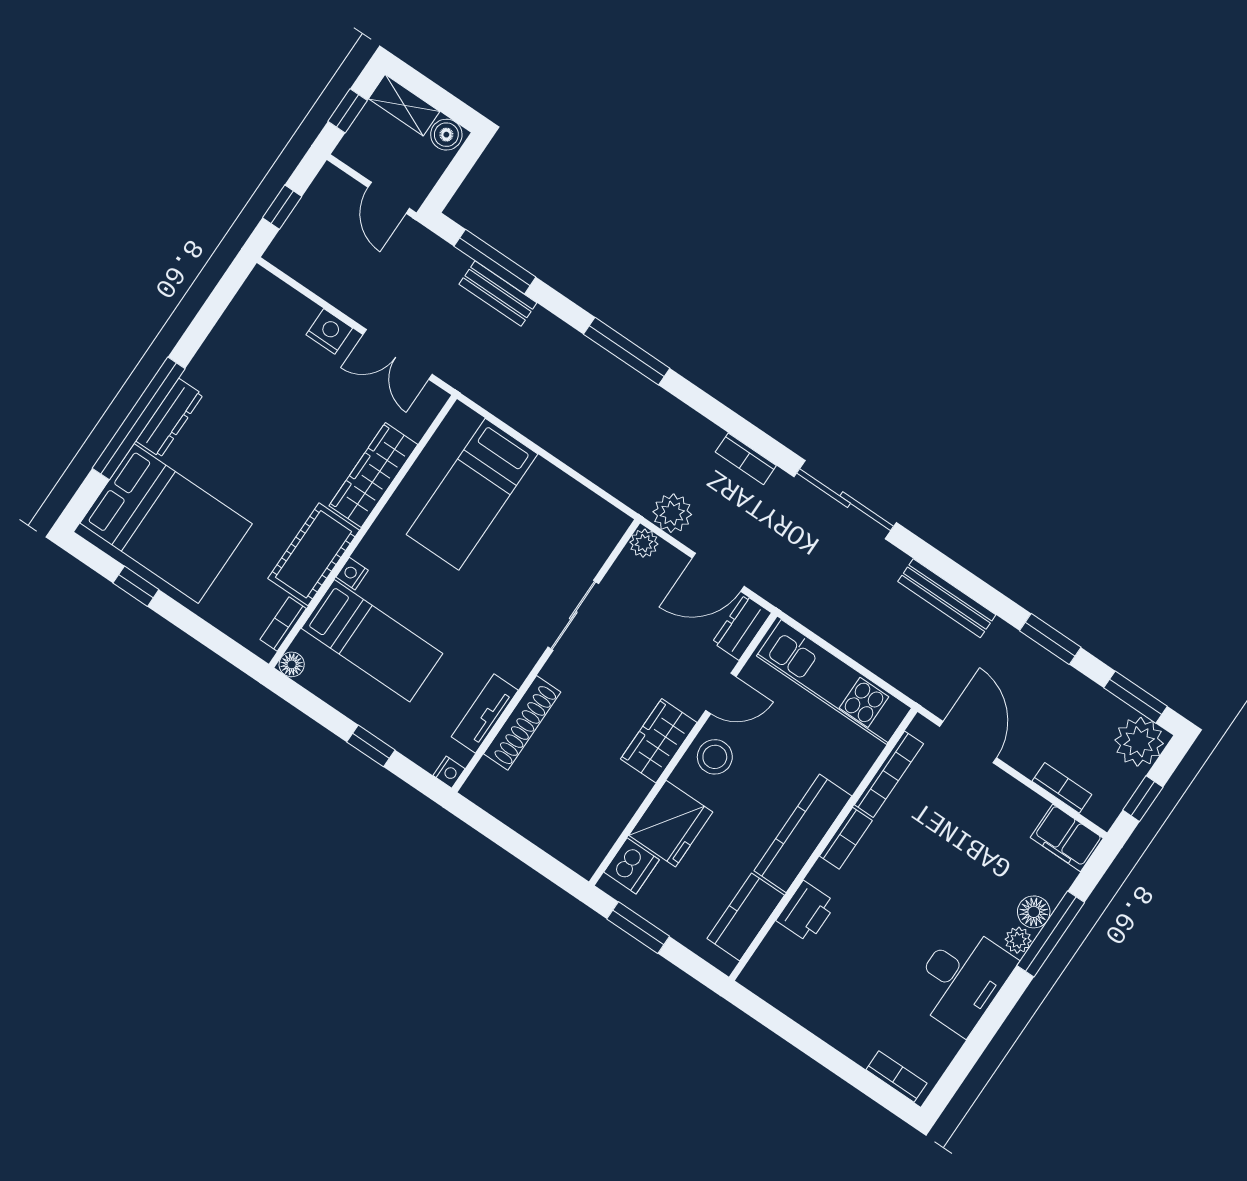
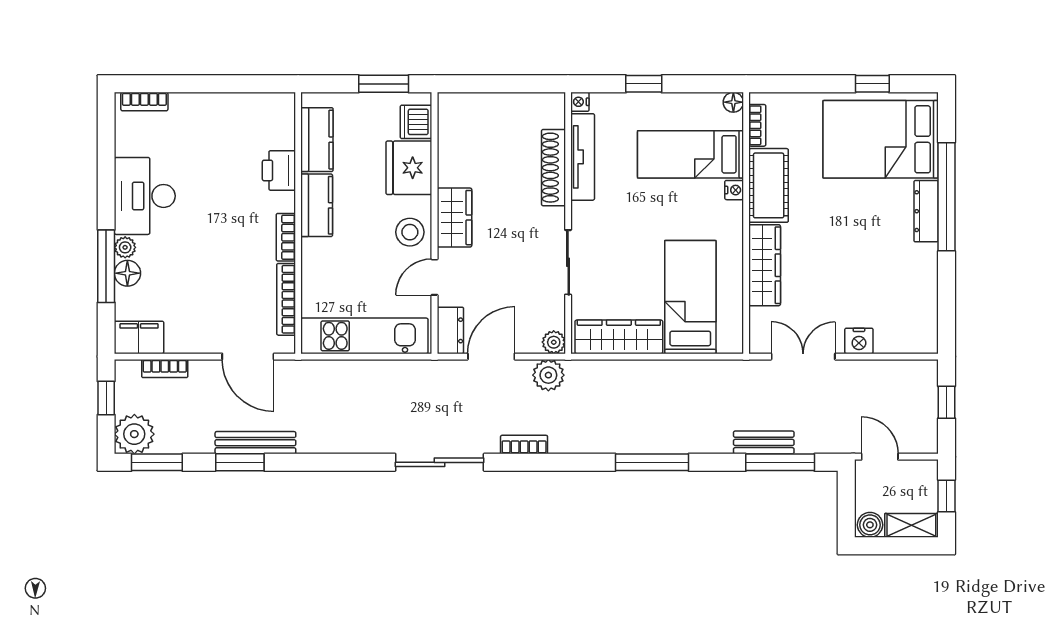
wardrobe: (573, 503) -> (619, 337), added
bench: (947, 598) -> (255, 443), moved
tv unit: (485, 713) -> (583, 157), width x1.41
kitchen counter: (803, 833) -> (317, 205), width x0.67

